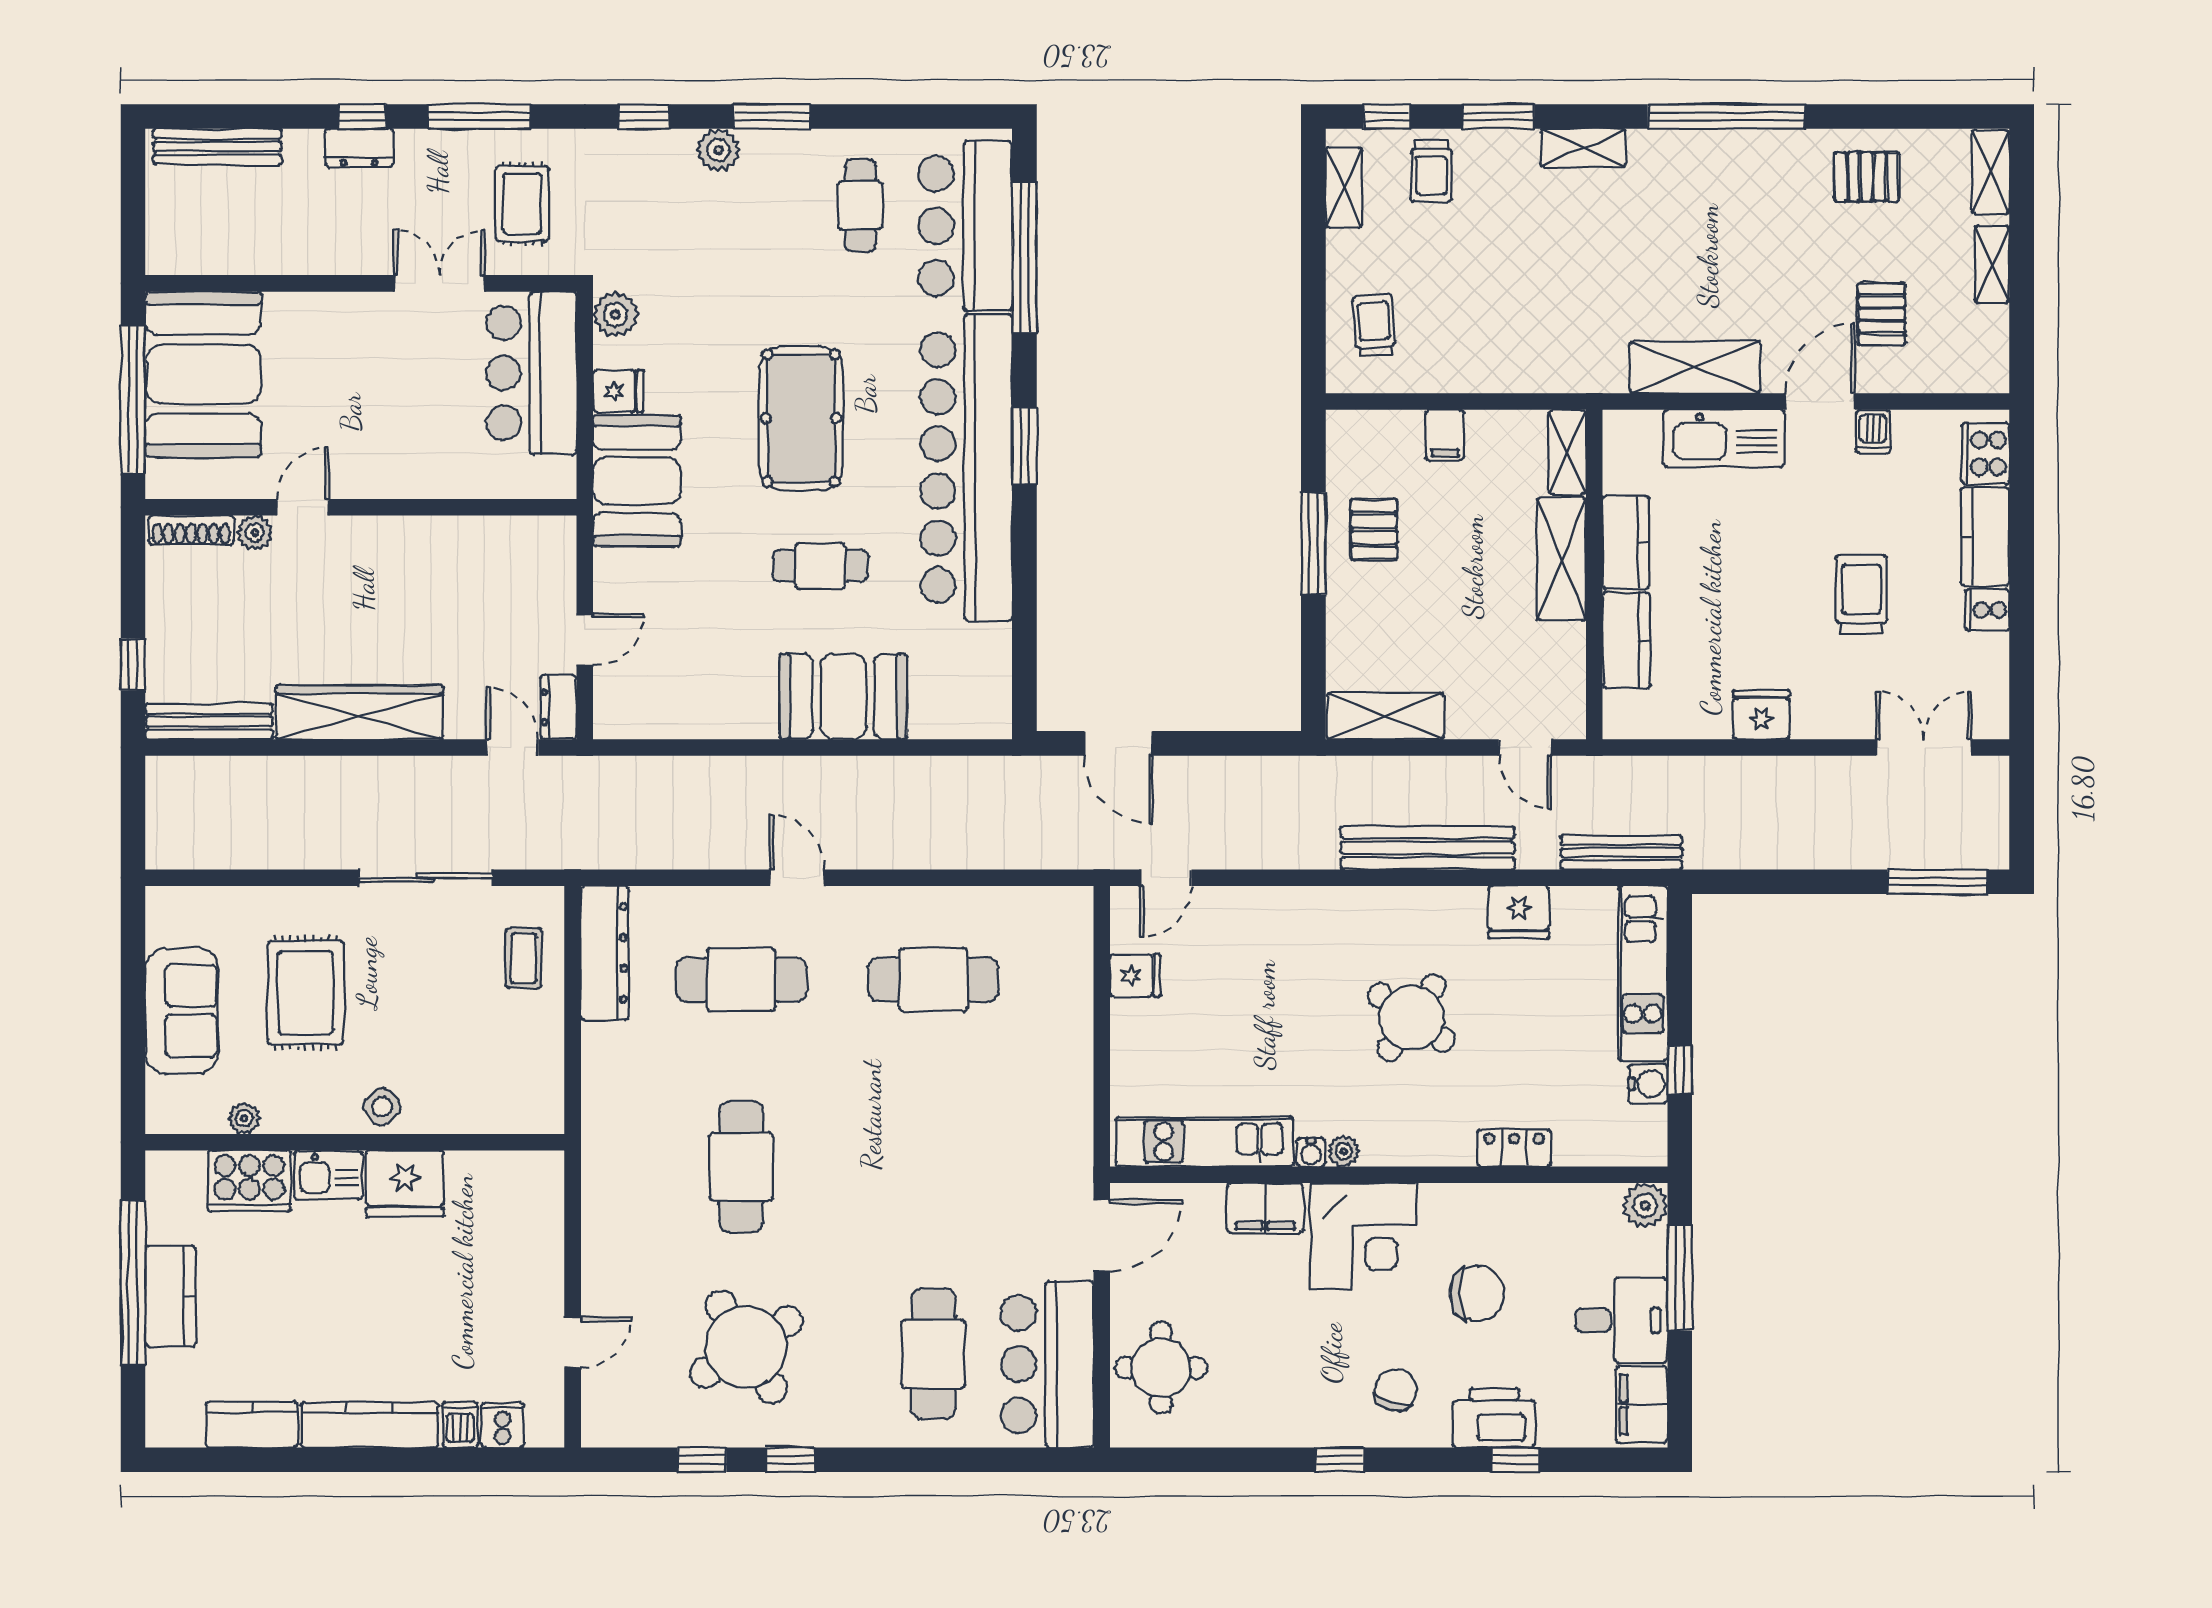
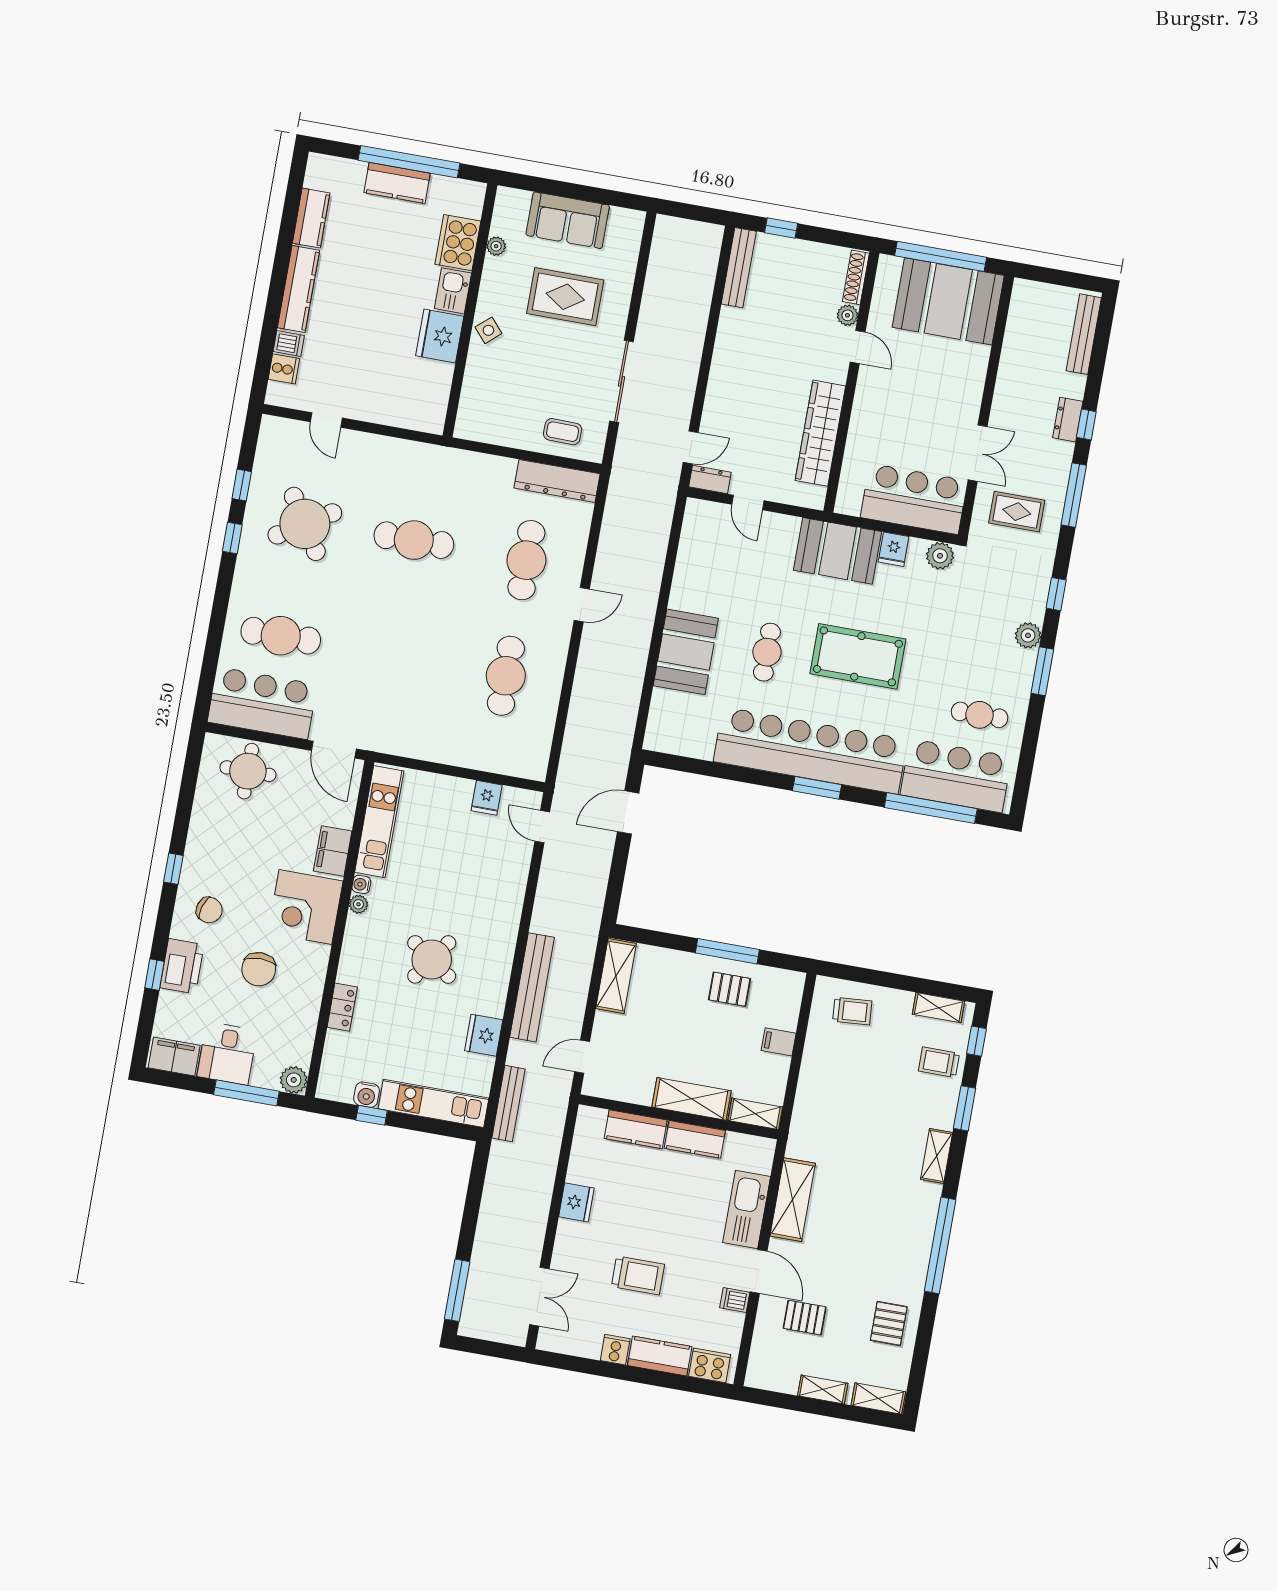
wardrobe: (360, 712) -> (820, 433), moved, turned 180

